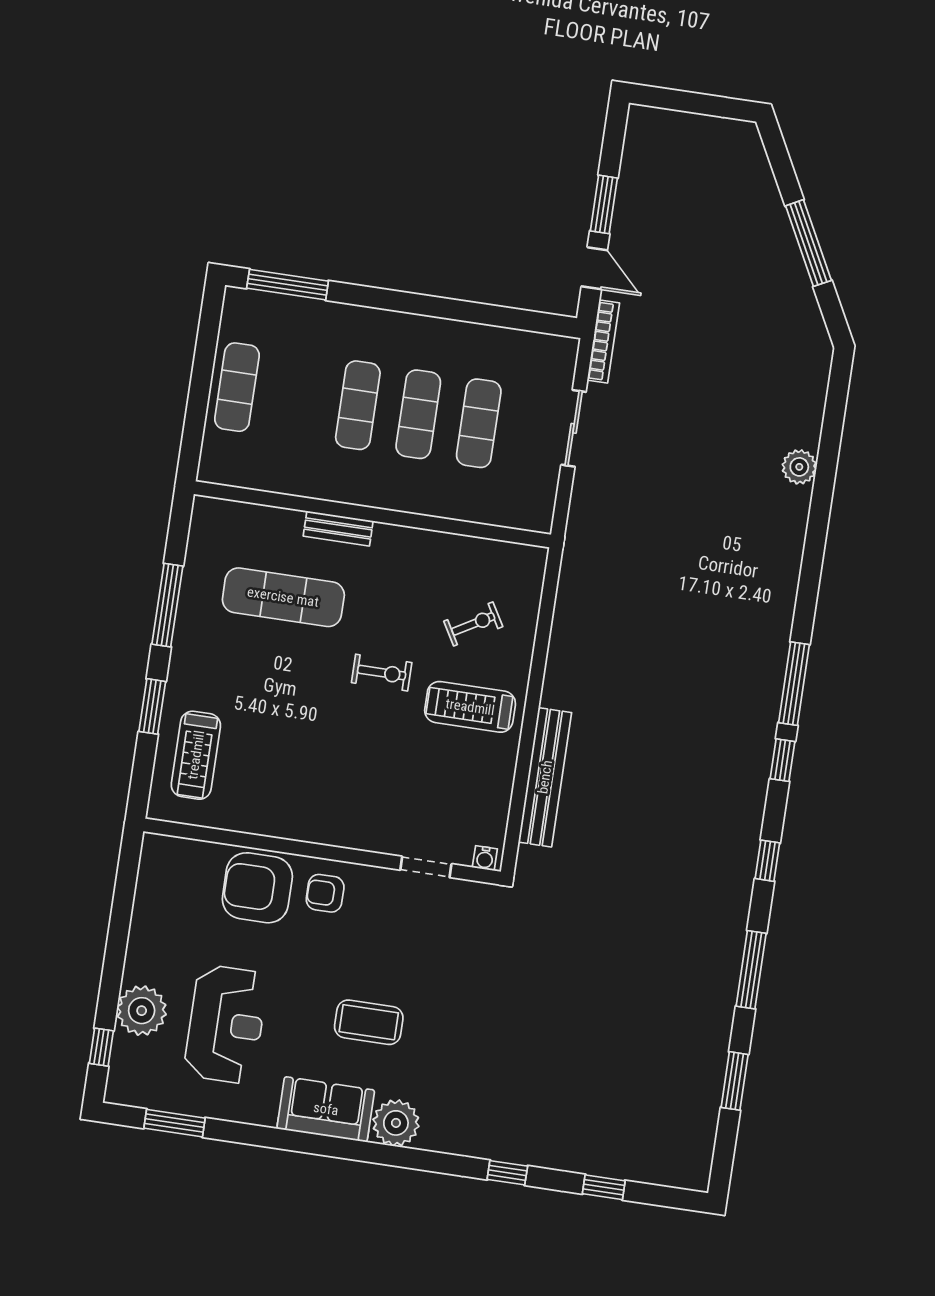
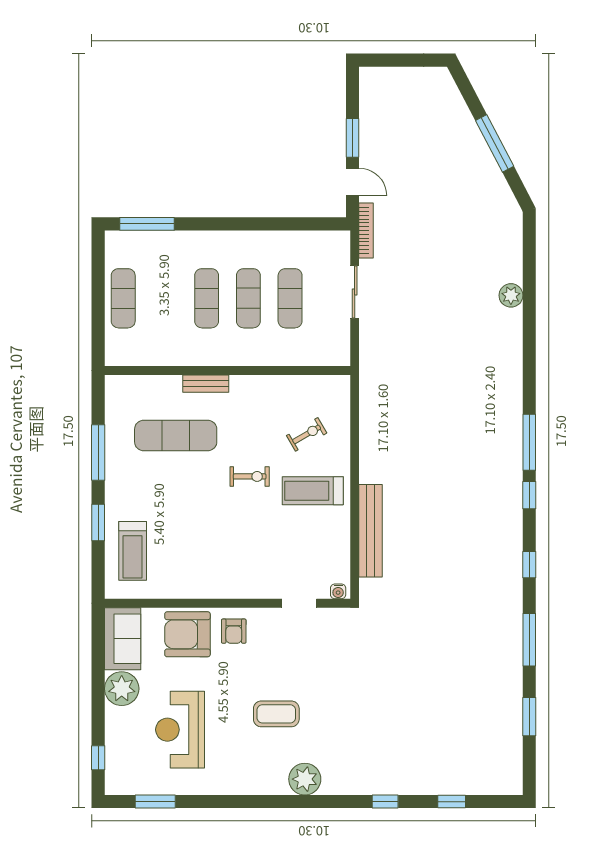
armchair: (325, 893) -> (234, 631), turned -90
plant: (142, 1011) -> (122, 689), moved
reception desk: (226, 1024) -> (180, 730), turned 180
sofa: (326, 1109) -> (123, 639), moved, turned 90

